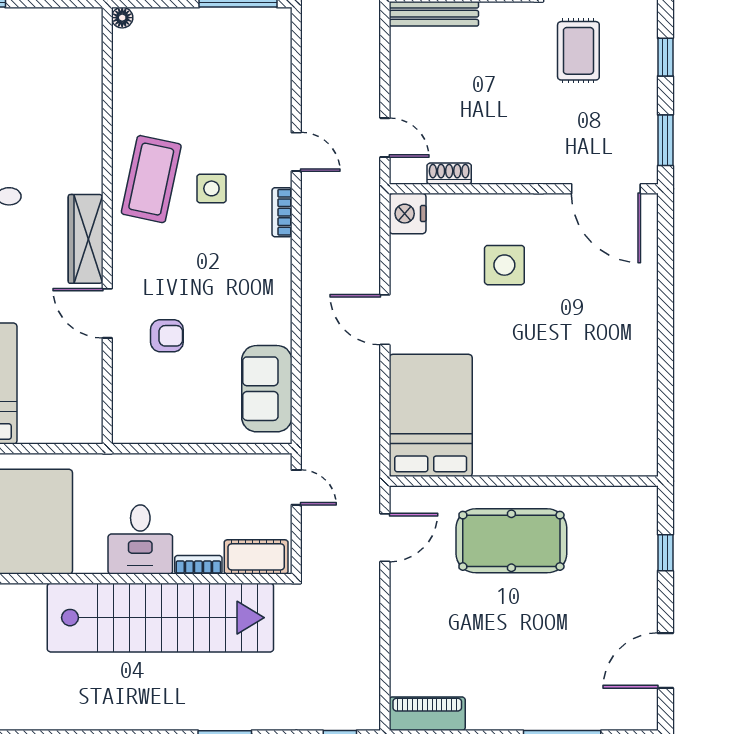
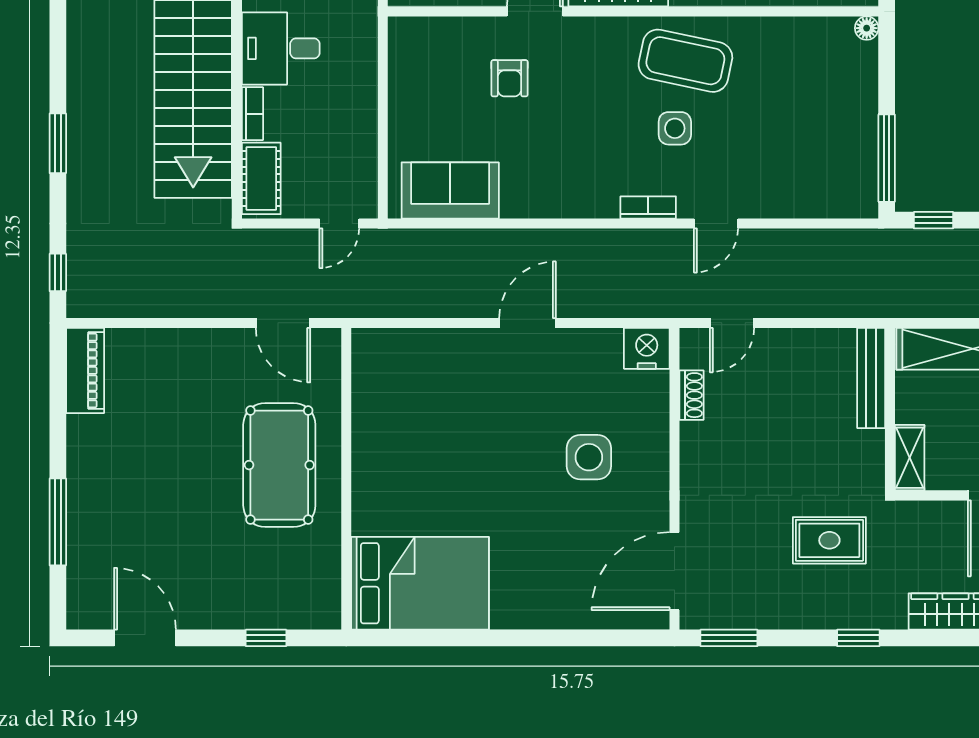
window: (665, 57) -> (858, 638), moved
bed: (431, 415) -> (420, 583), moved

